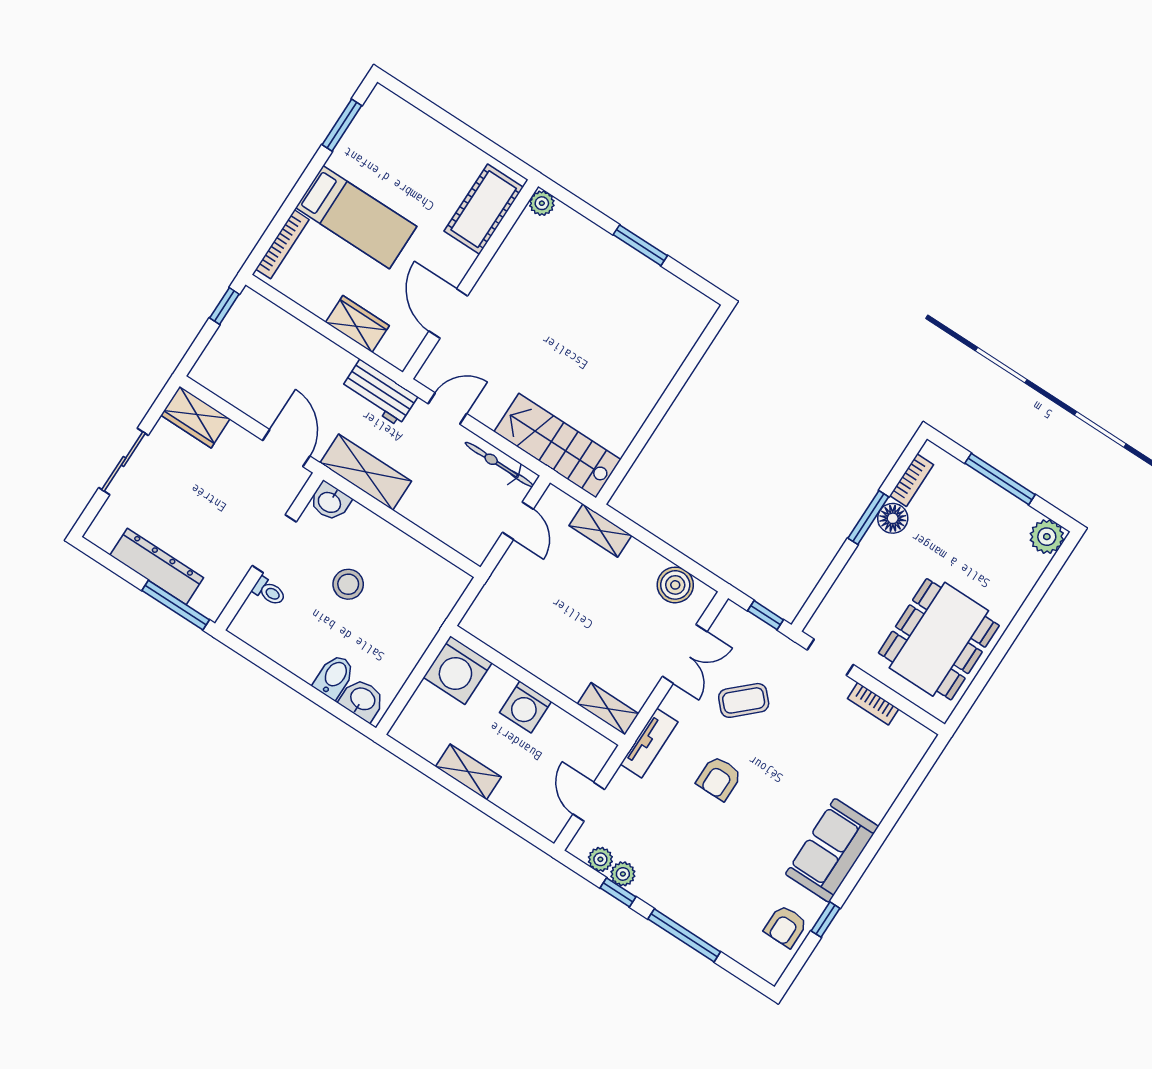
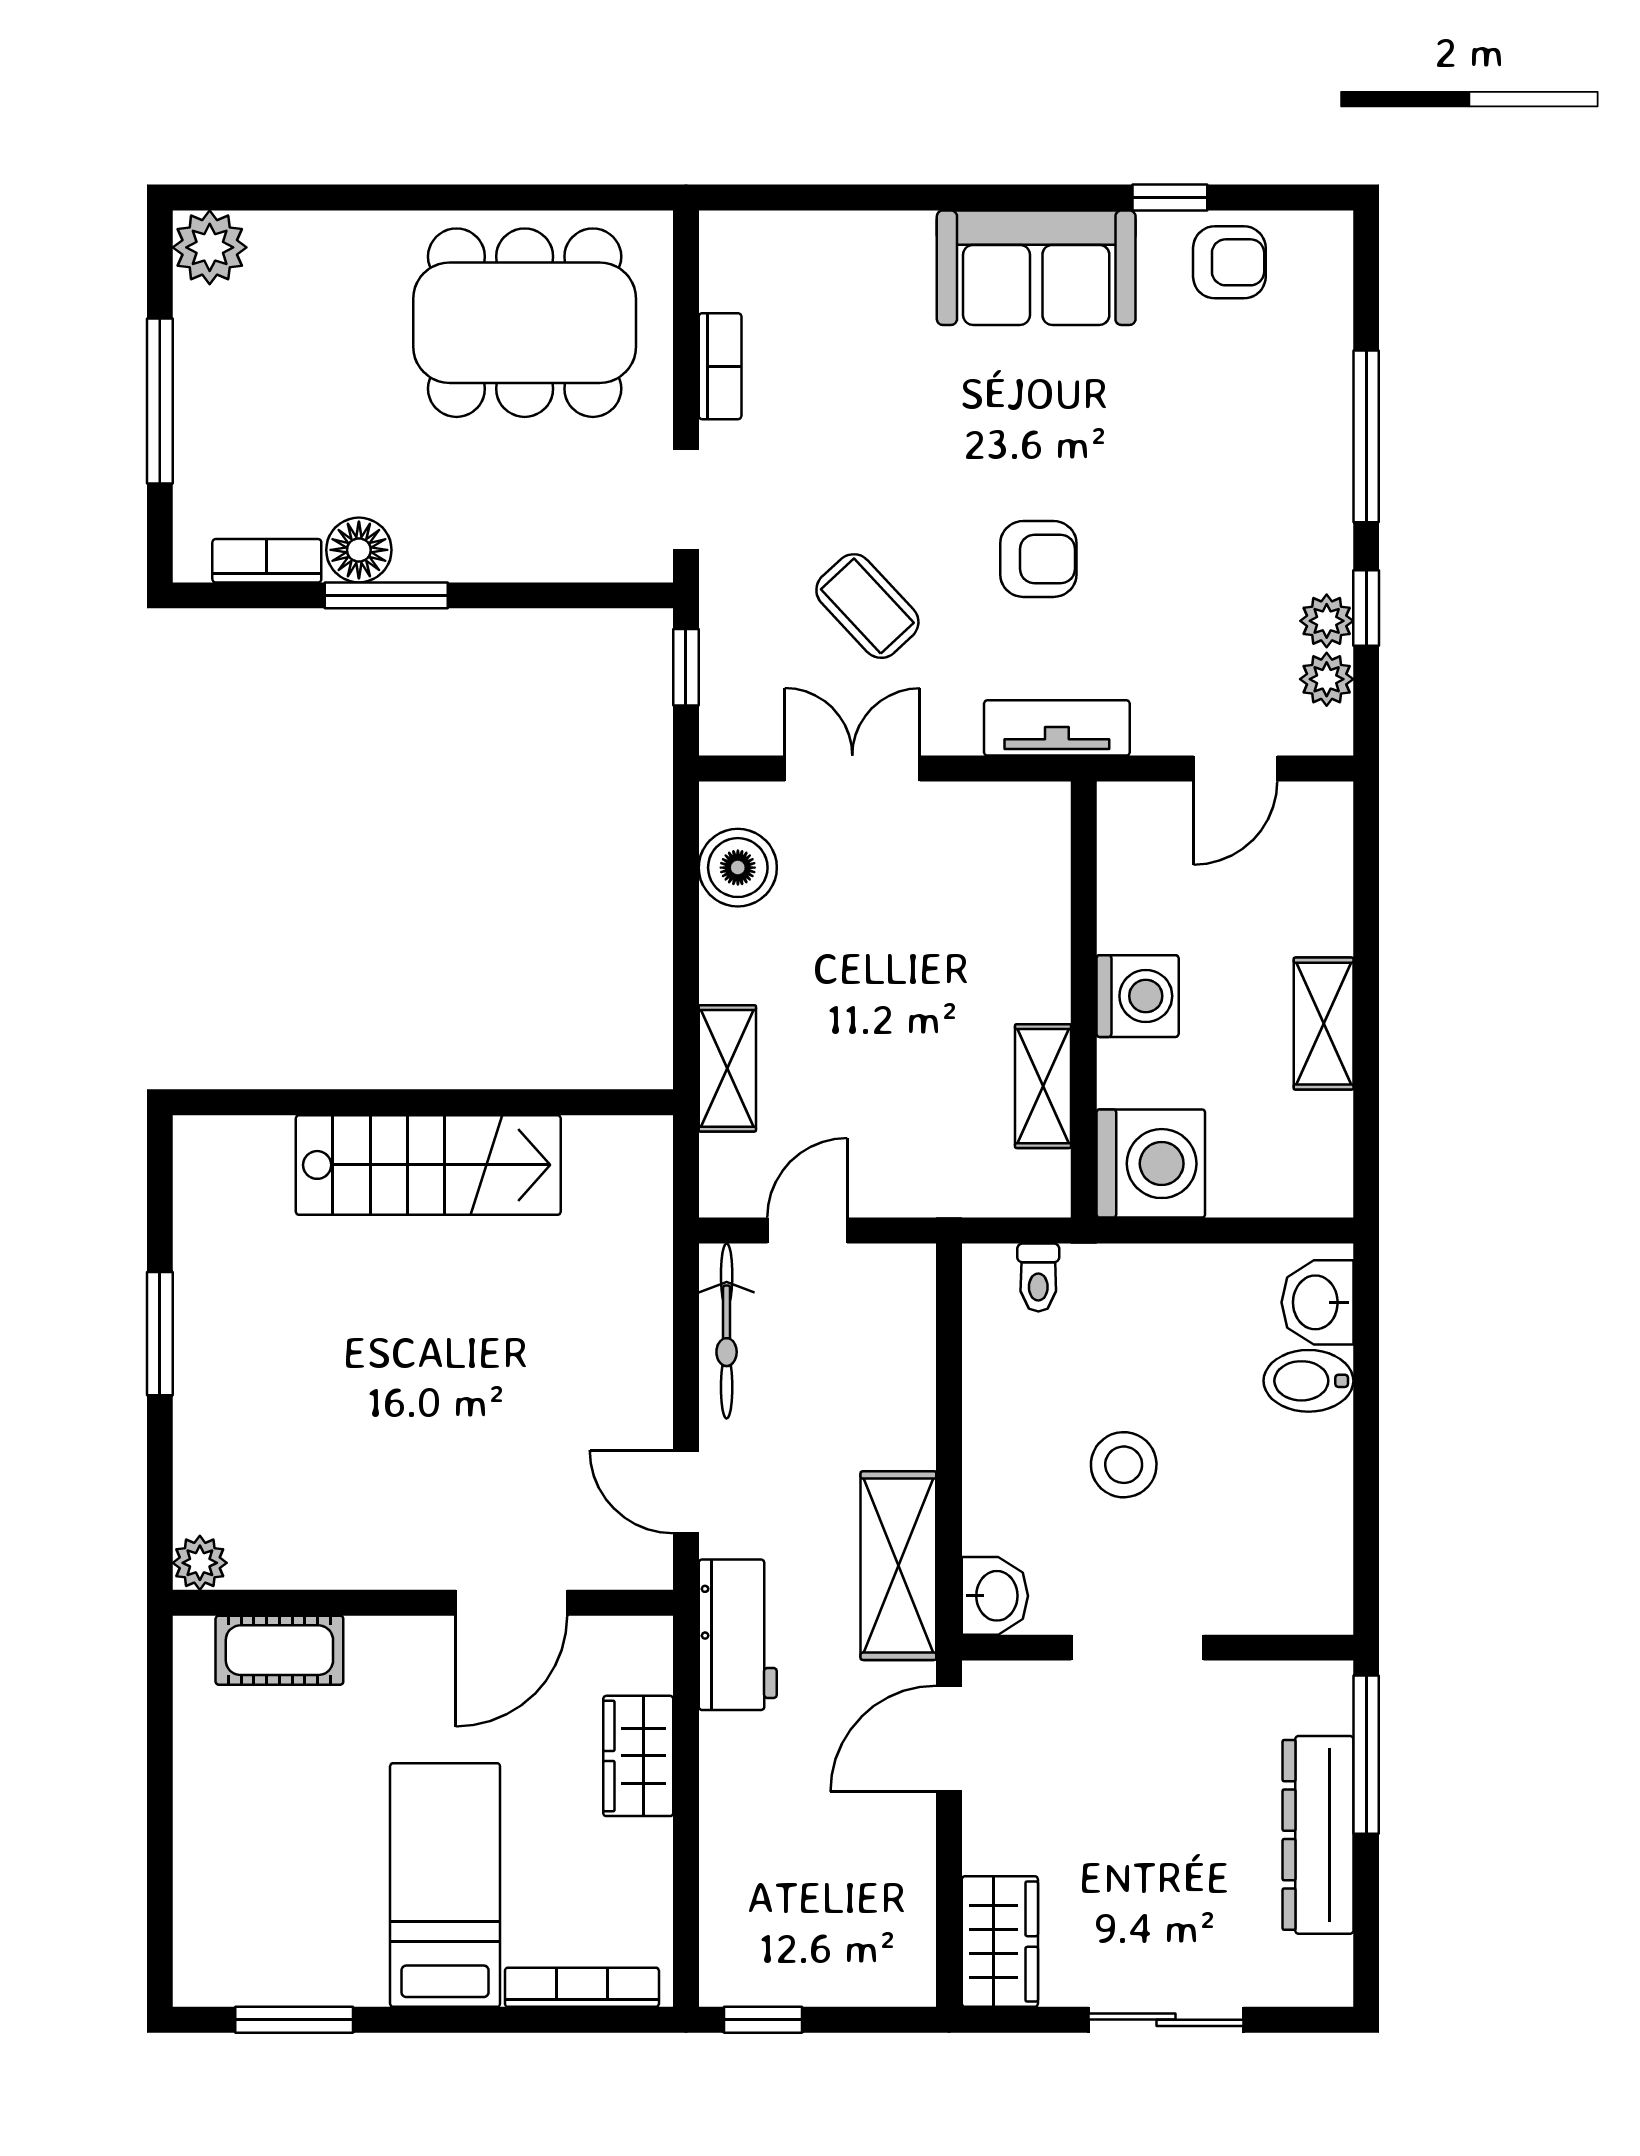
cot: (484, 209) -> (279, 1650), width x0.73, depth x0.75
stairs: (557, 446) -> (428, 1165), moved, turned -90
toilet: (269, 591) -> (1038, 1277), moved, turned 180
shelving: (608, 709) -> (1043, 1086), moved

